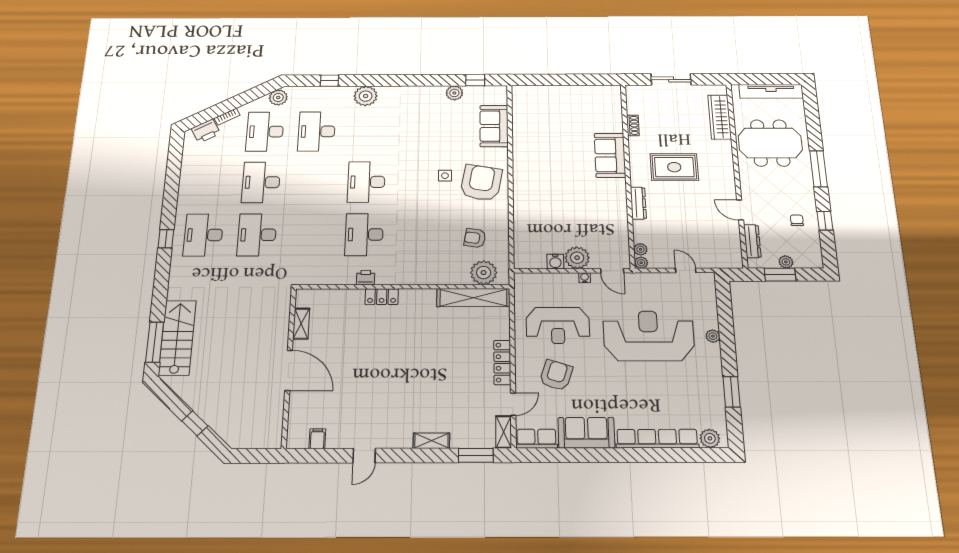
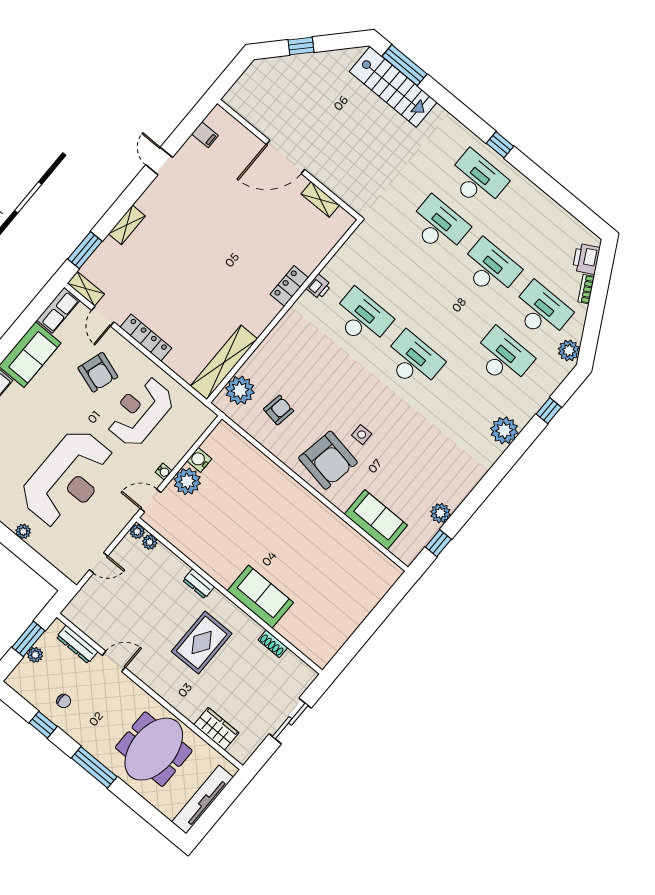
wardrobe: (720, 117) -> (216, 729), width x0.67
dresser: (638, 203) -> (199, 584), width x0.70

